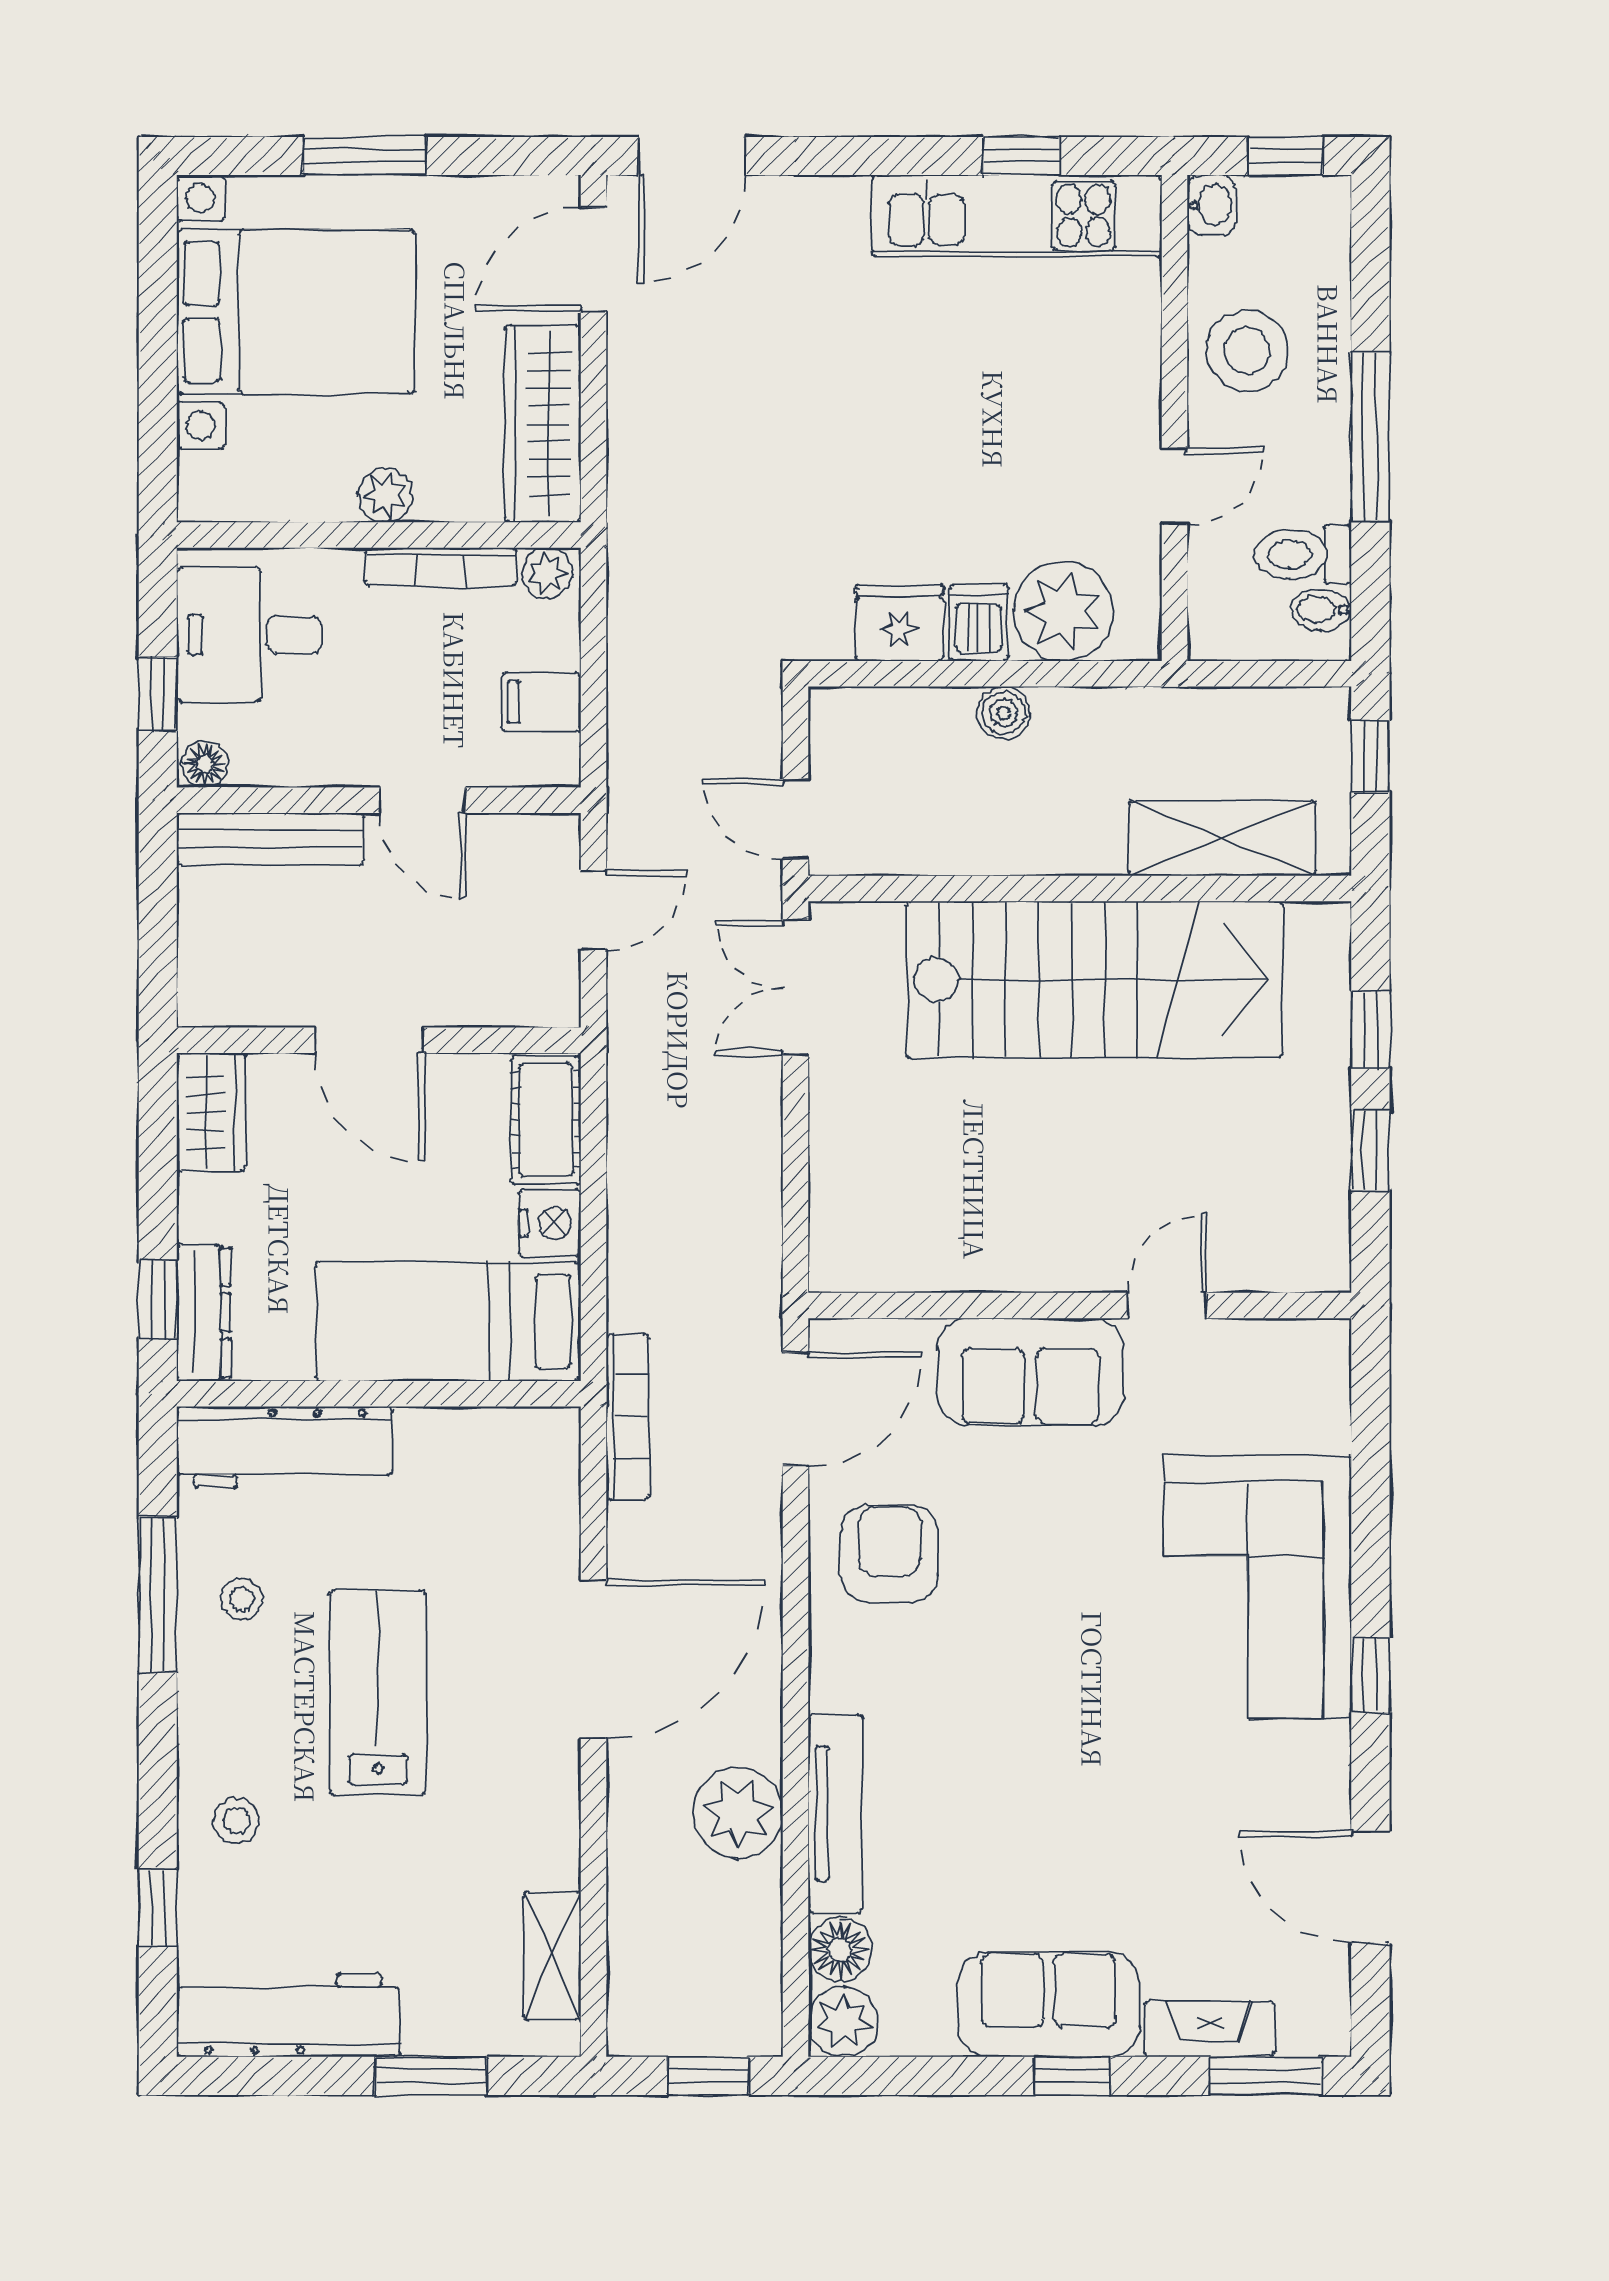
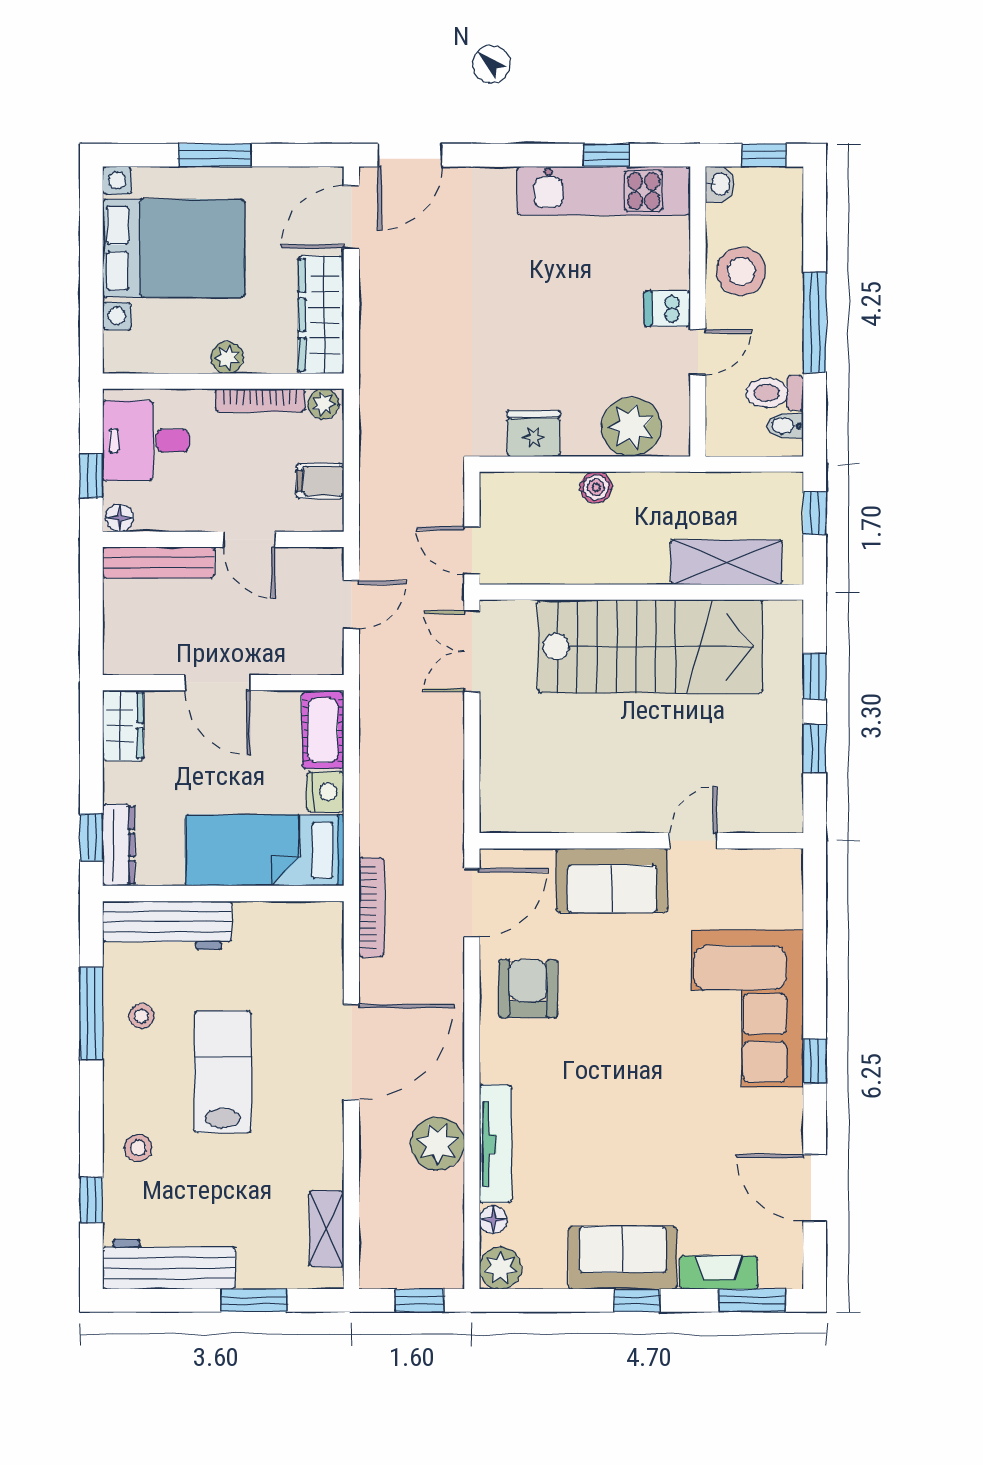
dishwasher: (979, 623) -> (667, 309), moved, turned -90
floor lamp: (840, 1950) -> (493, 1220), width x0.73, depth x0.73

